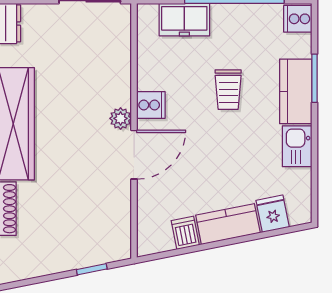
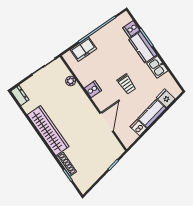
cooker: (298, 19) -> (131, 29), moved
trolley: (228, 90) -> (127, 84), moved
plant: (121, 118) -> (71, 81), moved
door: (134, 155) -> (106, 122), moved

